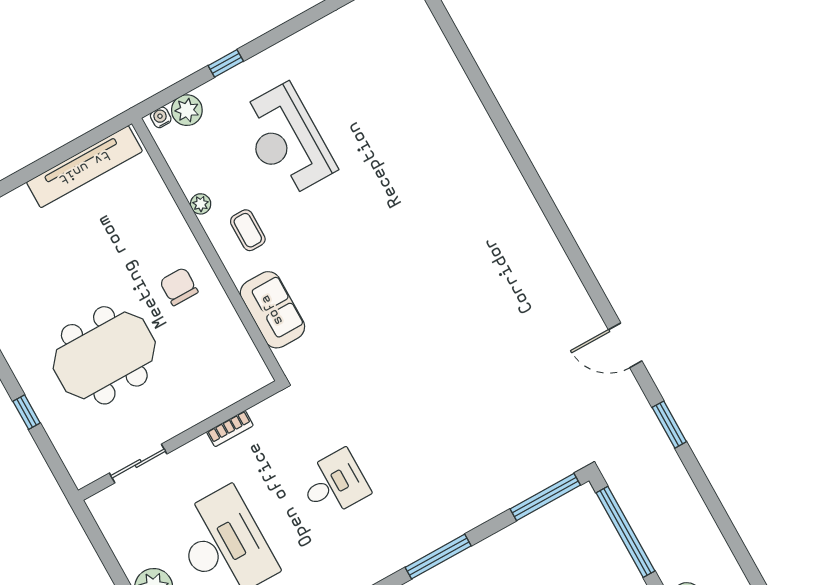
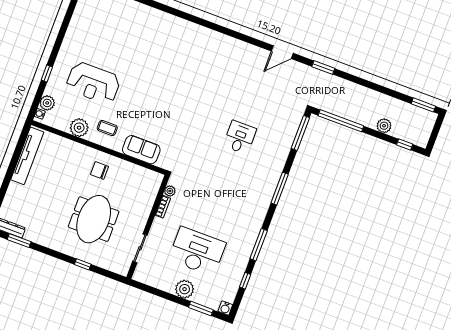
plant: (201, 204) -> (79, 128), width x1.88, depth x1.88
plant: (262, 413) -> (170, 191), added
desk: (334, 484) -> (240, 137), moved

